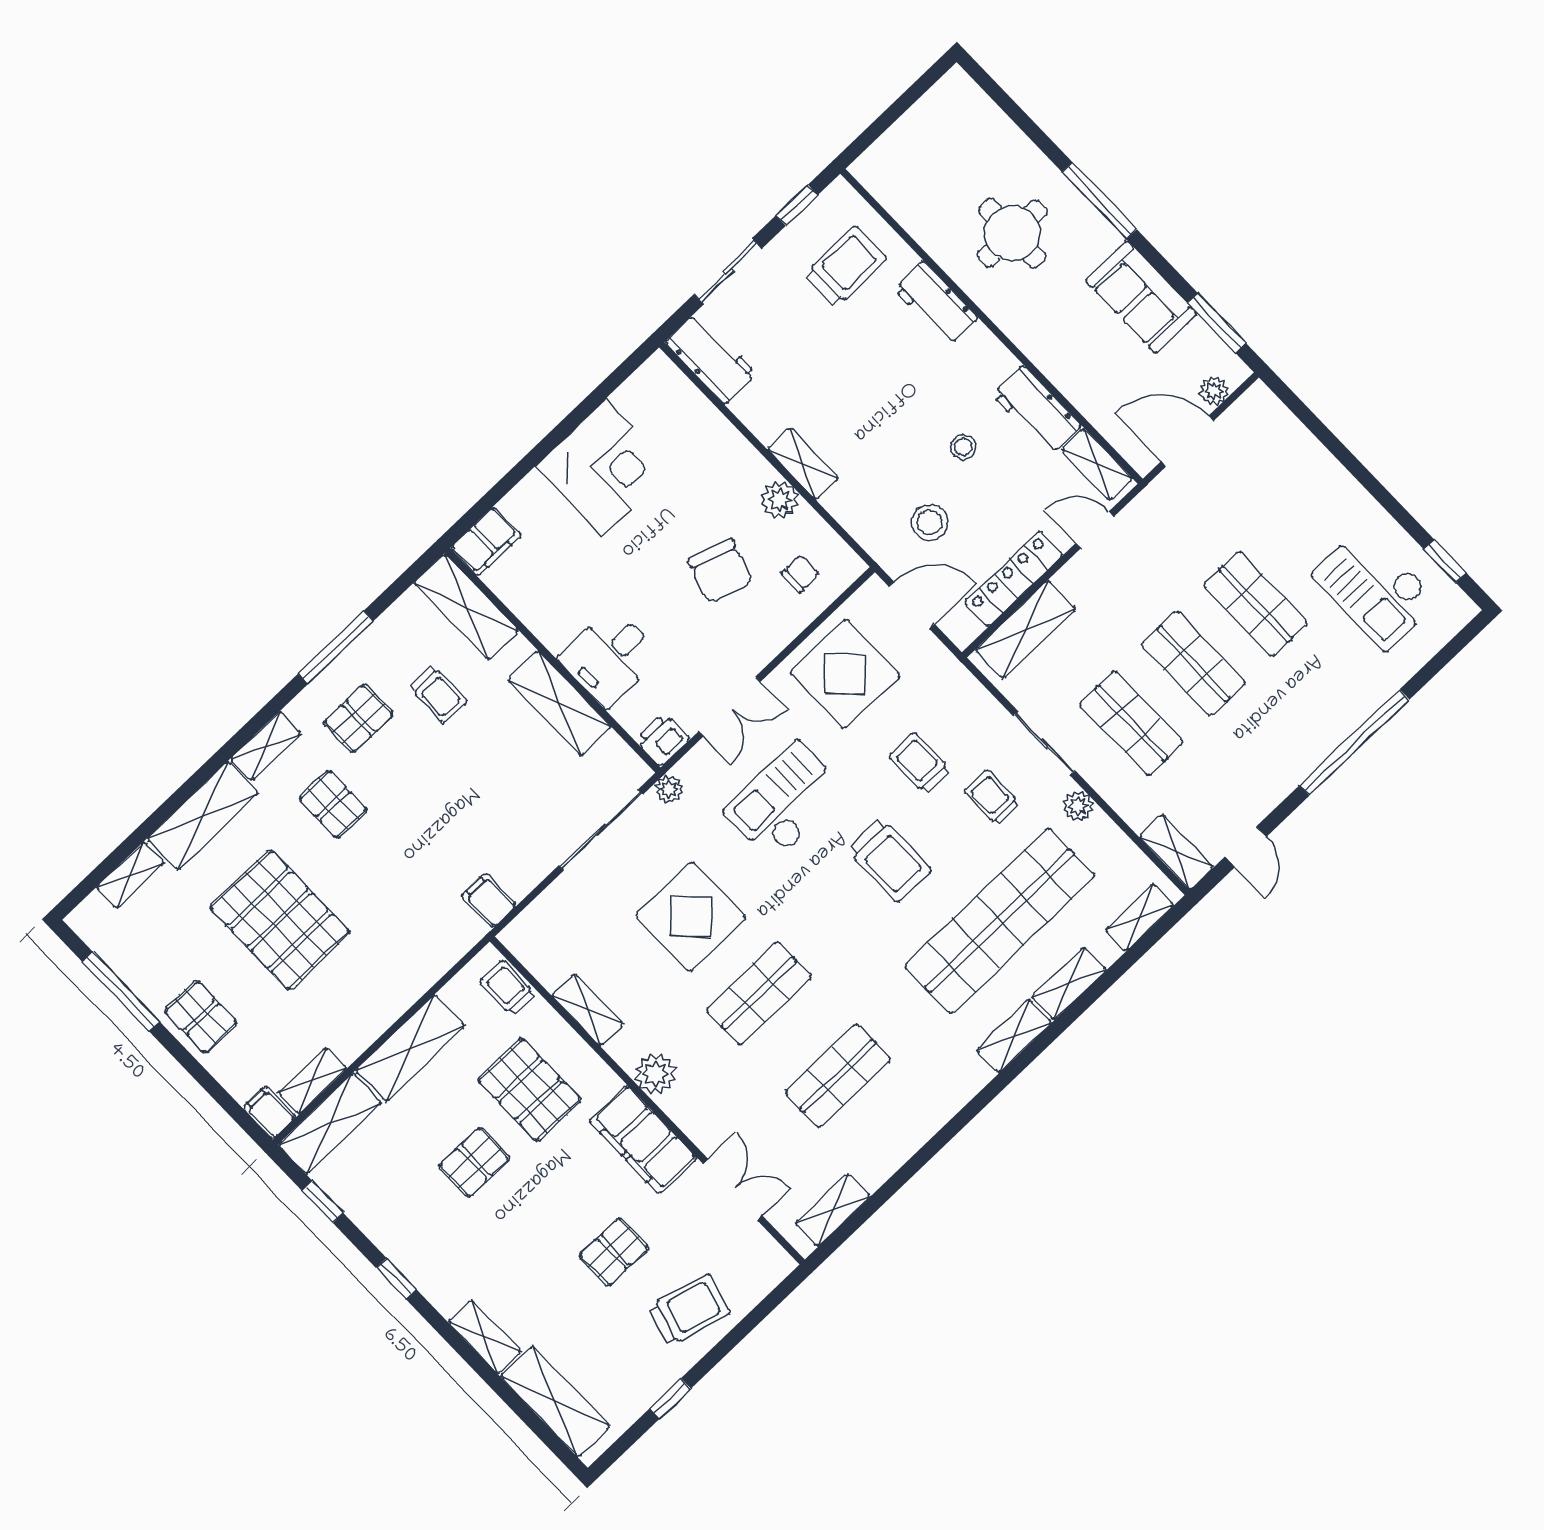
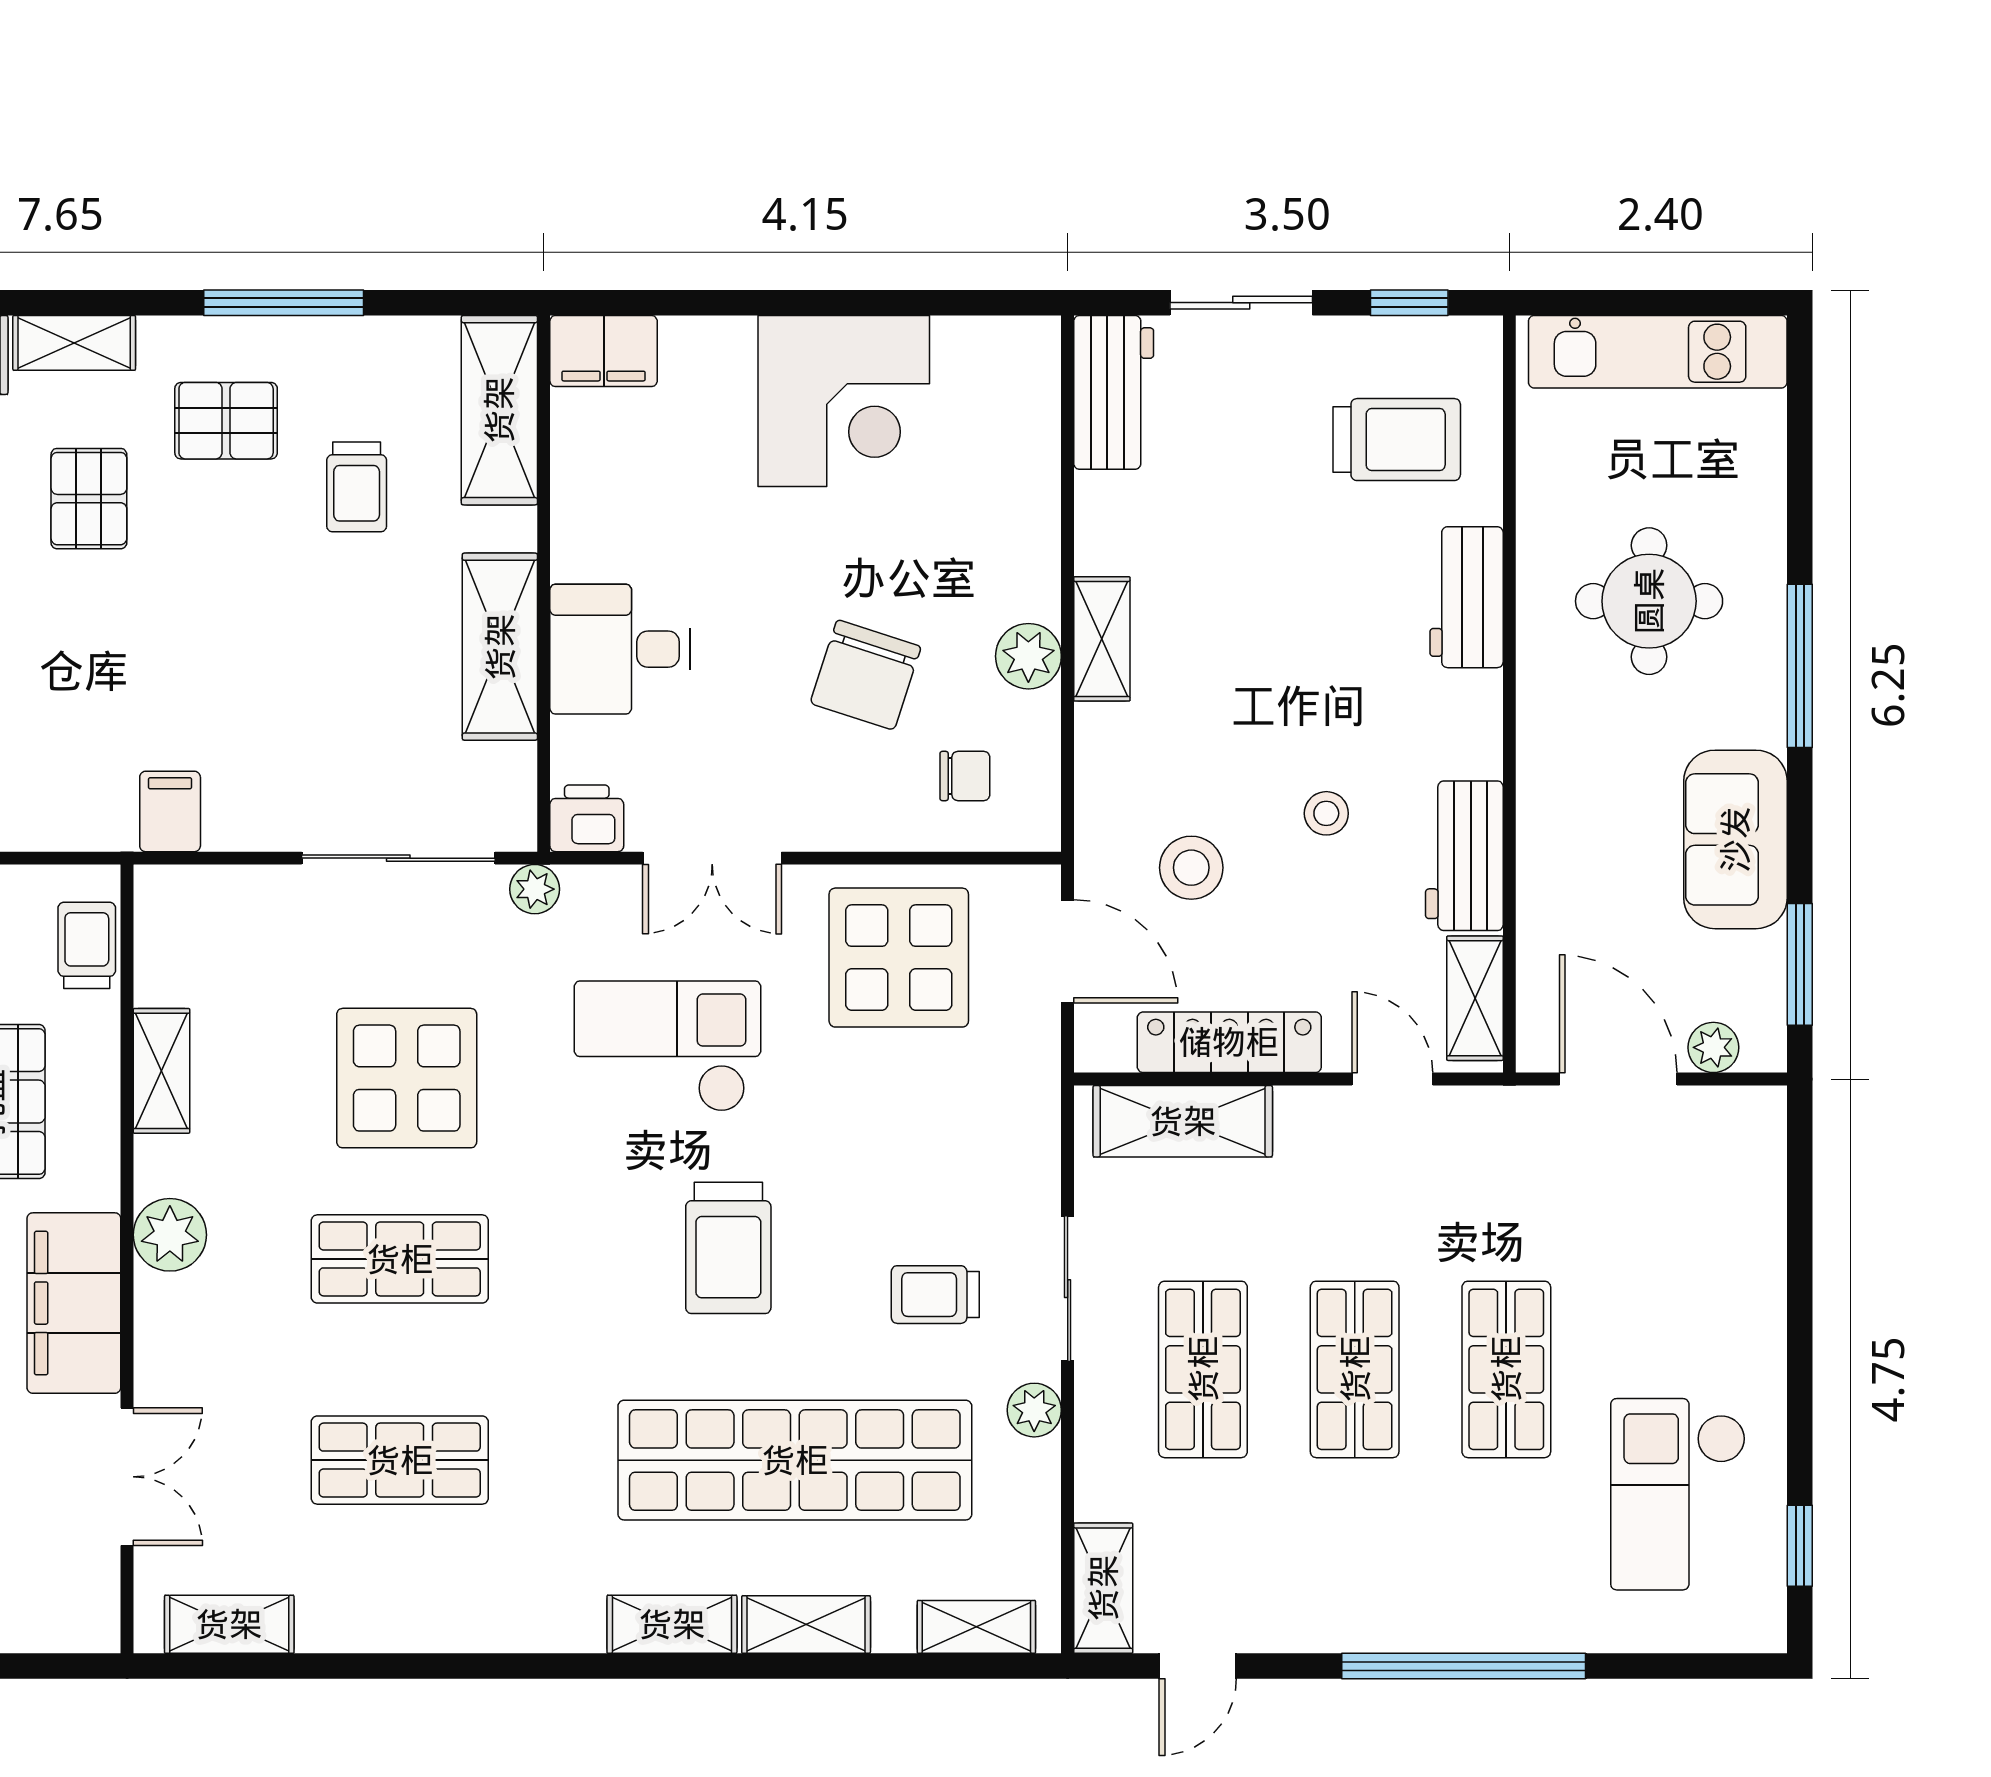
kitchen unit: (918, 128) -> (1658, 352), added
trolley: (920, 763) -> (885, 1162), removed
trolley: (992, 798) -> (935, 1295), turned -90

